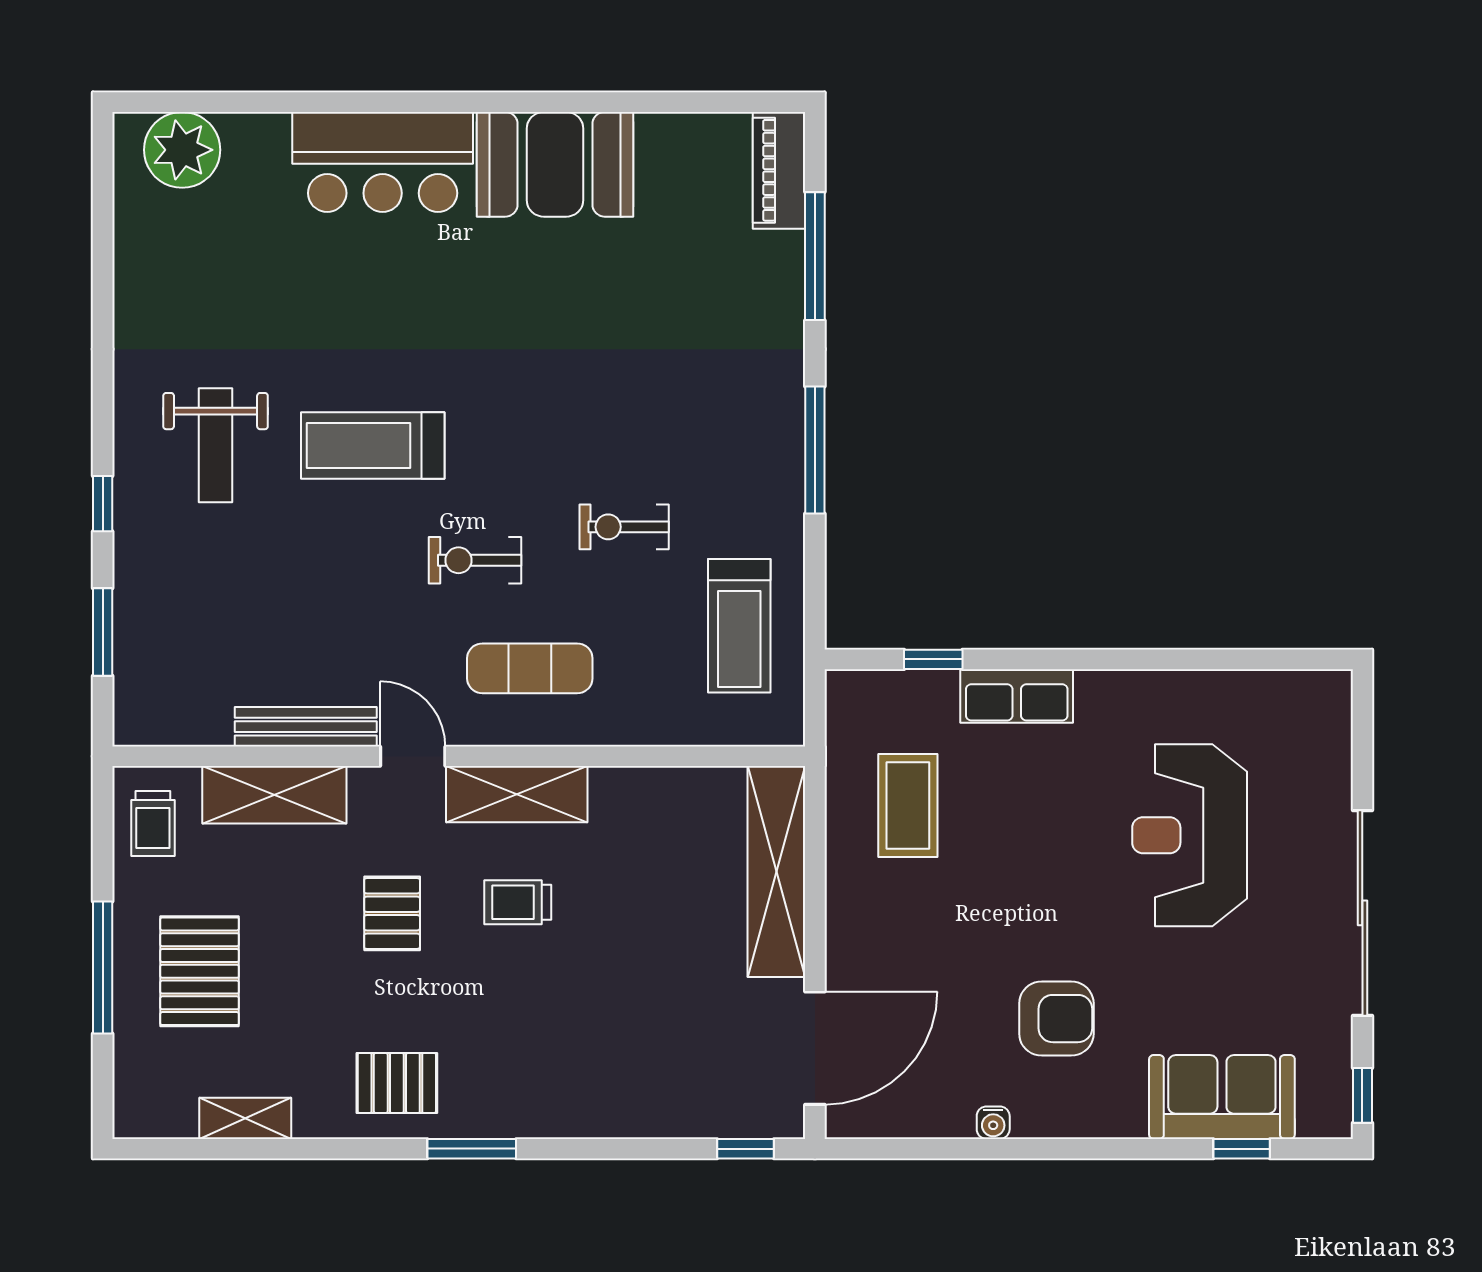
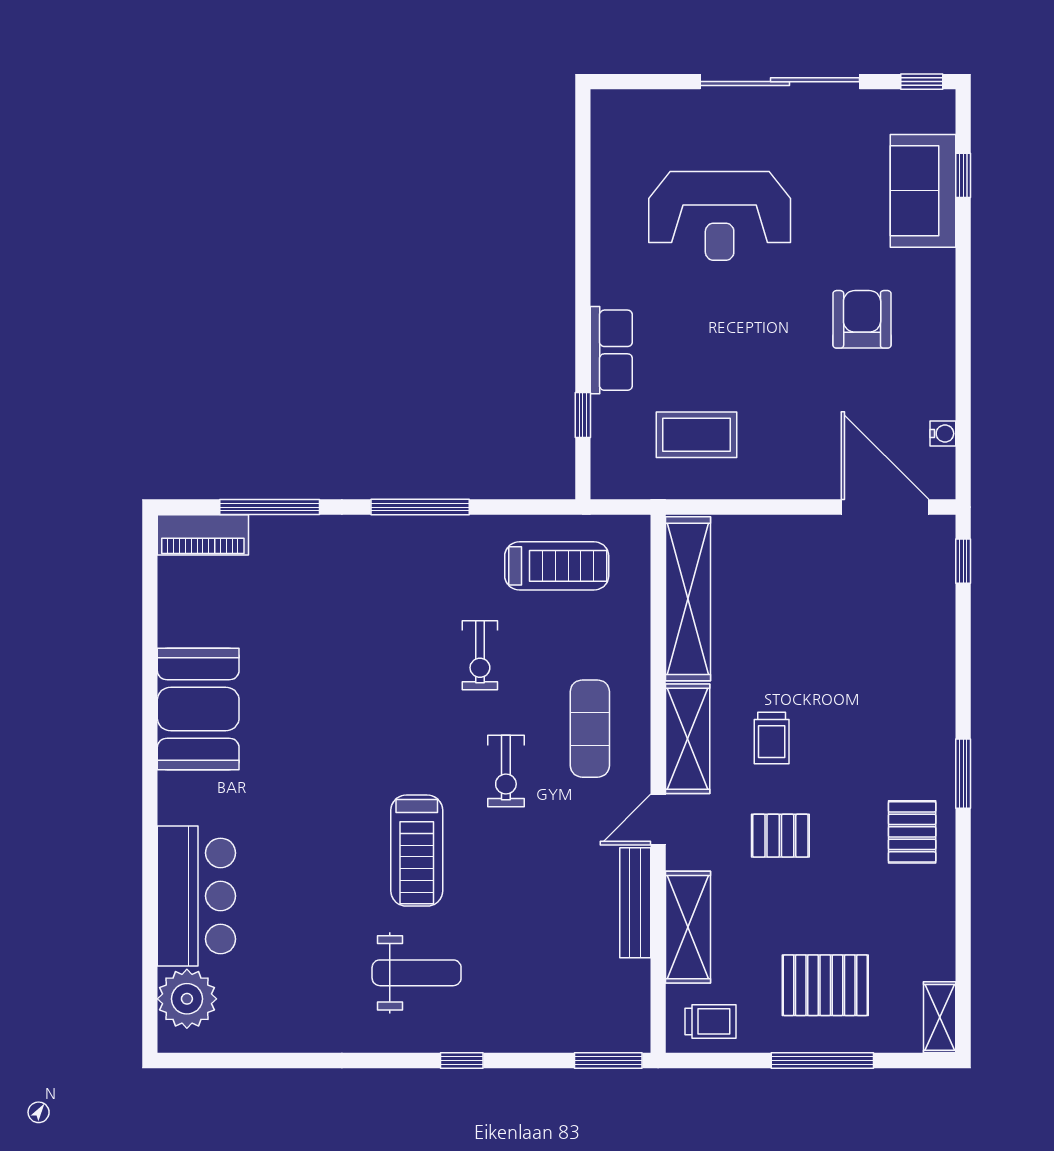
bar counter: (383, 162) -> (196, 896), moved
window: (103, 632) -> (608, 1061), moved
shelving: (776, 872) -> (688, 599), moved, turned 90
shelving: (245, 1118) -> (940, 1017), moved
water cooler: (993, 1123) -> (943, 434), moved

